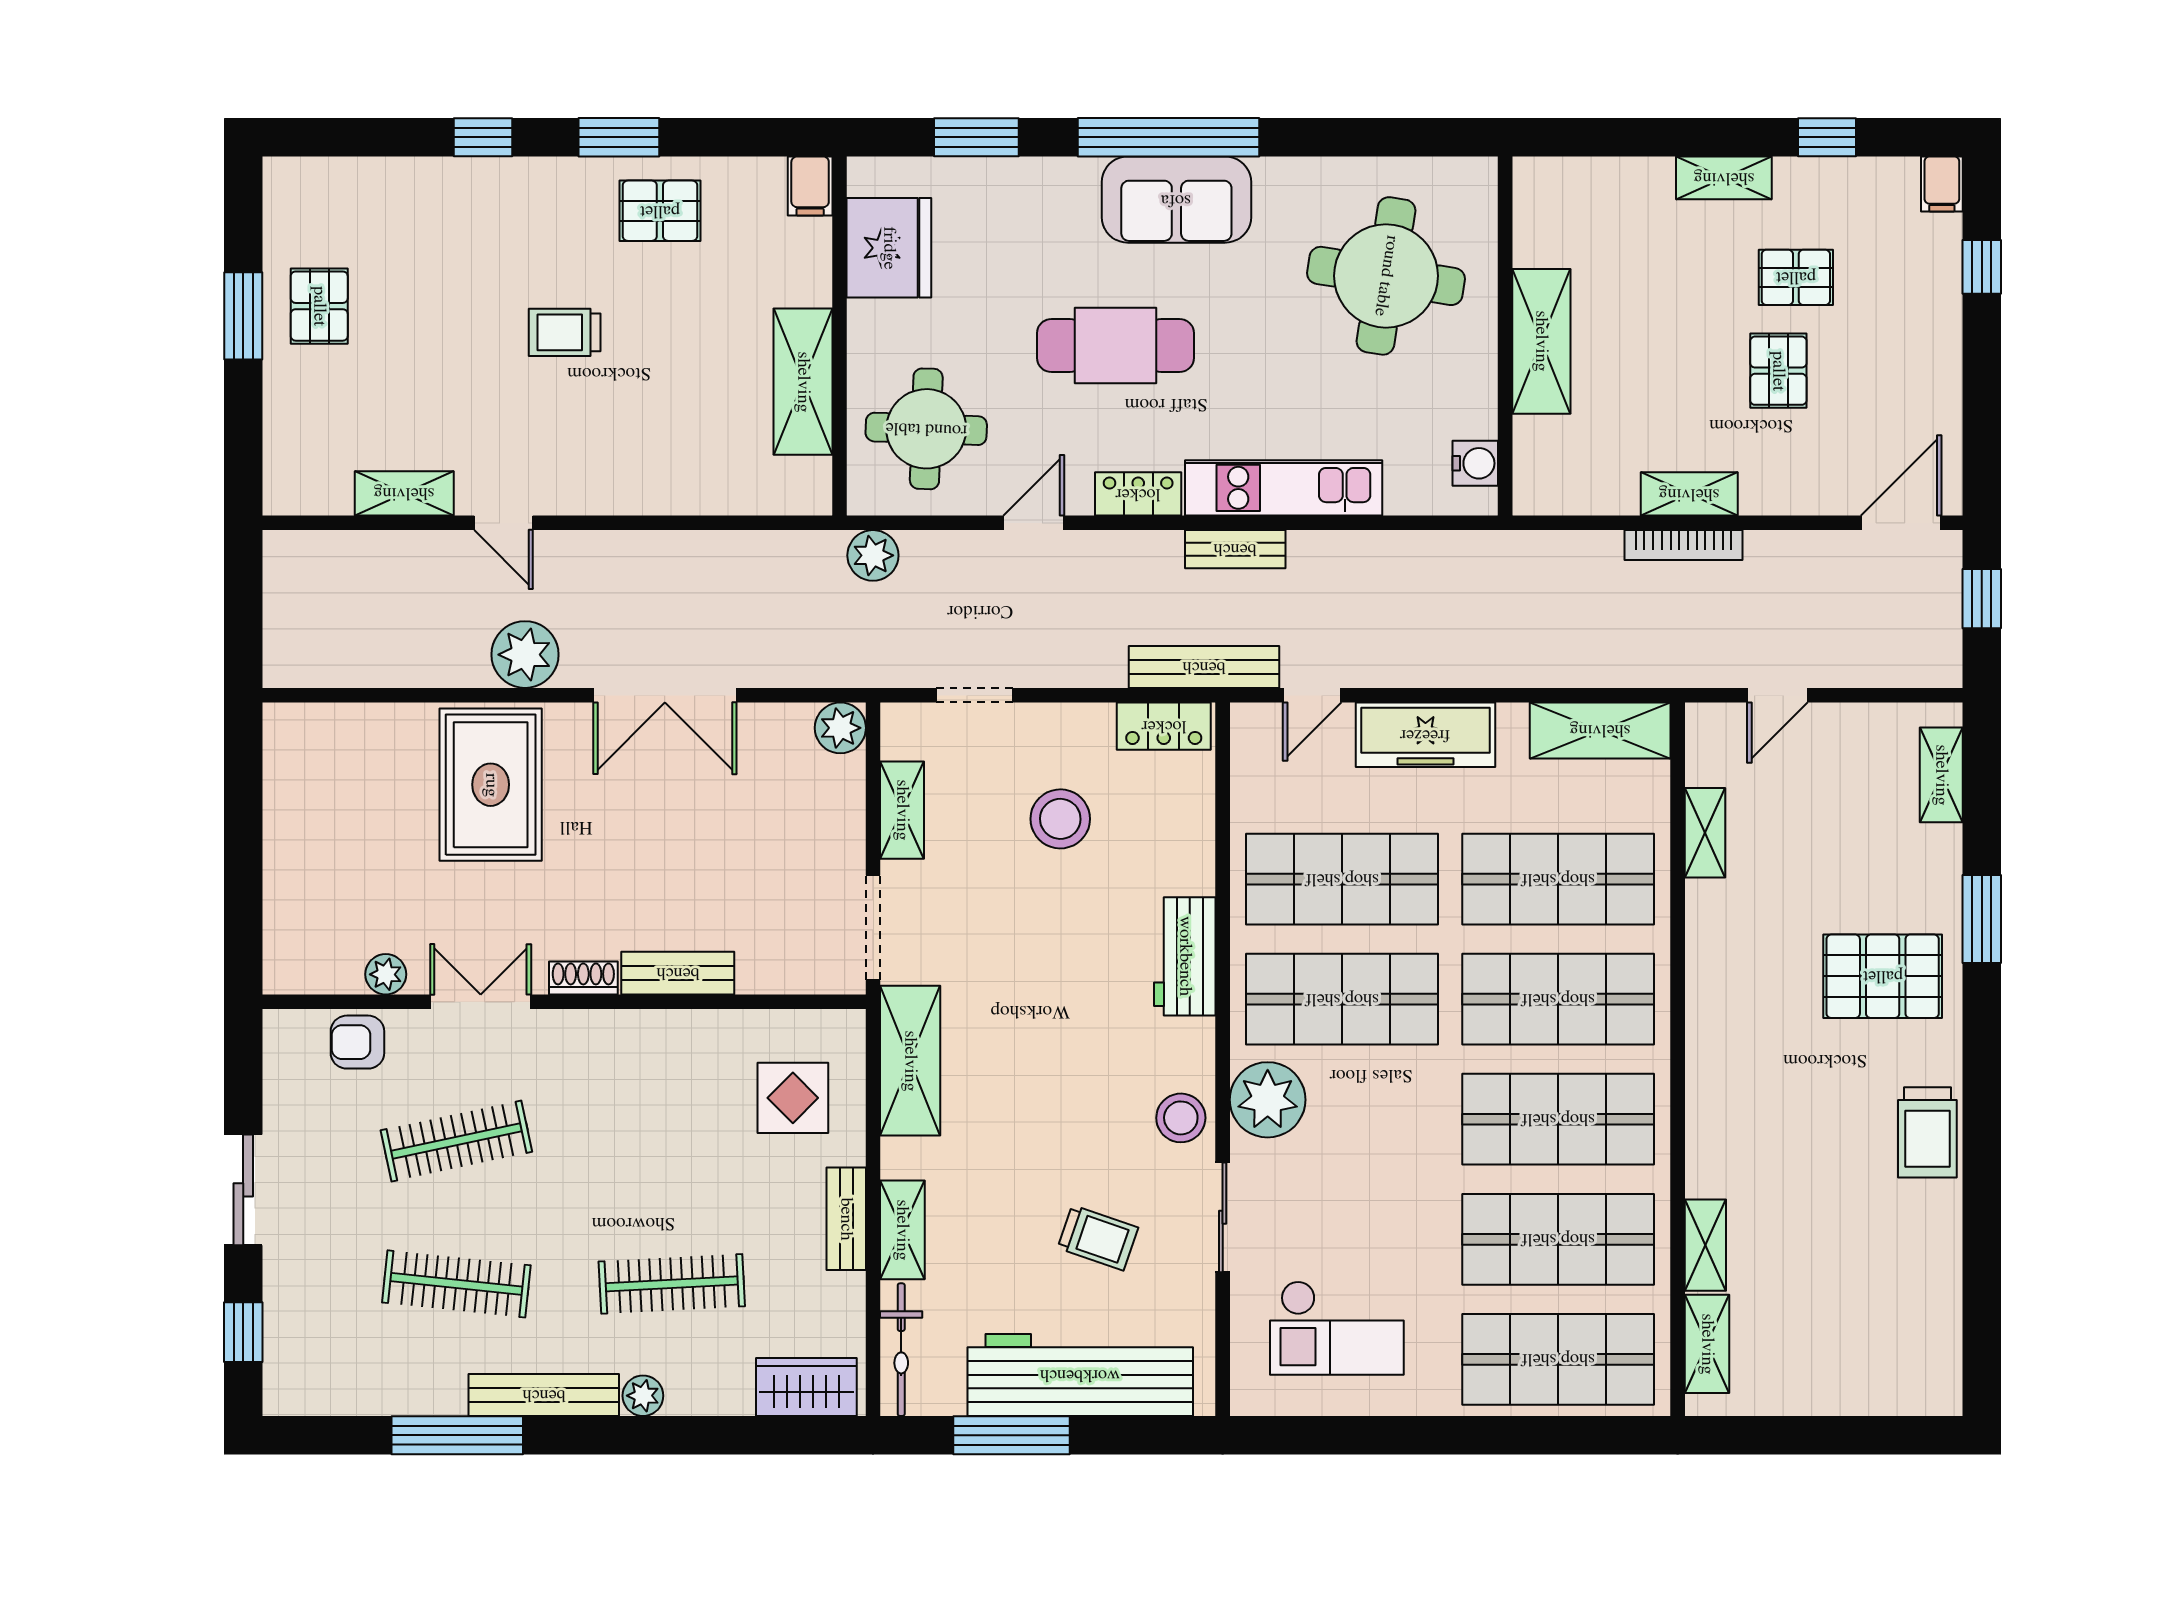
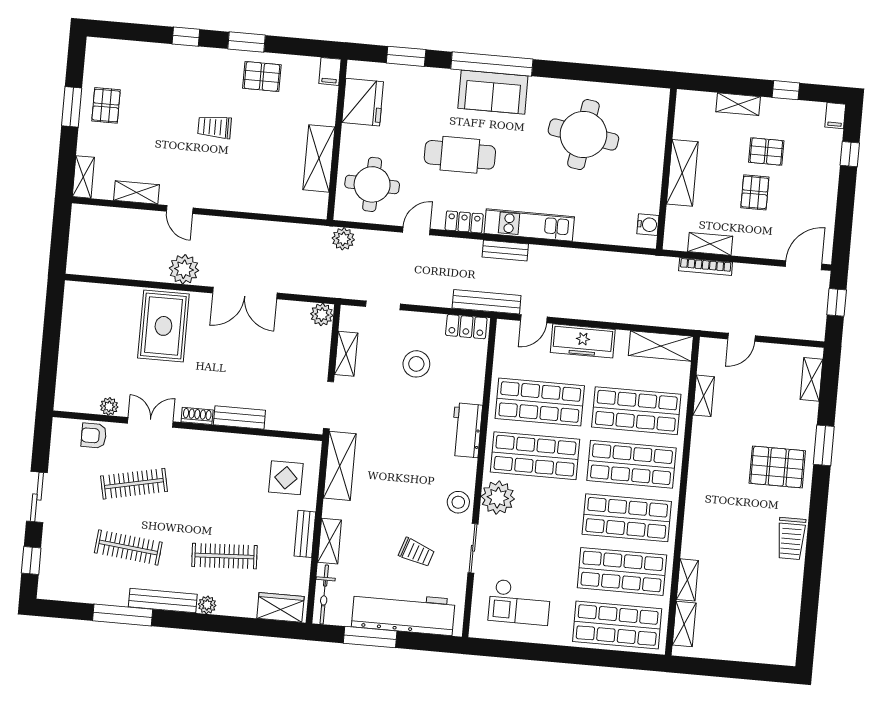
wall: (1505, 336) -> (666, 169), moved
shelving: (1541, 341) -> (682, 173), moved
water cooler: (1475, 463) -> (648, 225), moved
shelving: (283, 469) -> (83, 177), added

